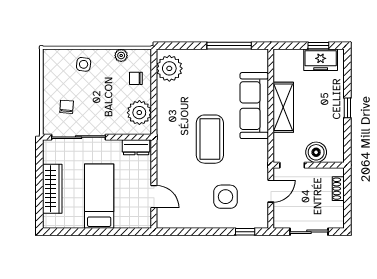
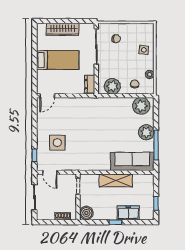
freezer: (321, 60) -> (128, 213), moved, turned 90
plant: (210, 61) -> (146, 132), added
sofa: (254, 106) -> (132, 161), moved
coffee table: (210, 139) -> (95, 132), removed
boiler: (316, 152) -> (86, 213), moved
door: (271, 191) -> (50, 172), moved
door: (154, 197) -> (47, 96), moved

